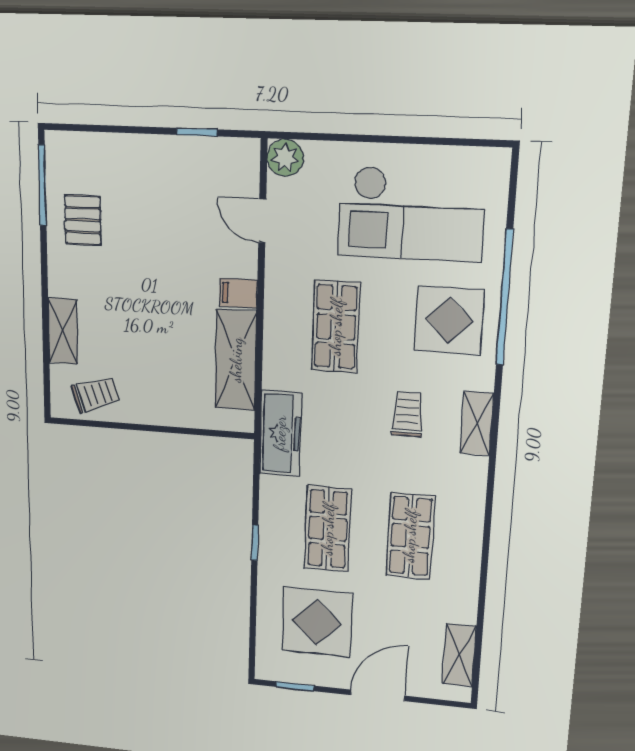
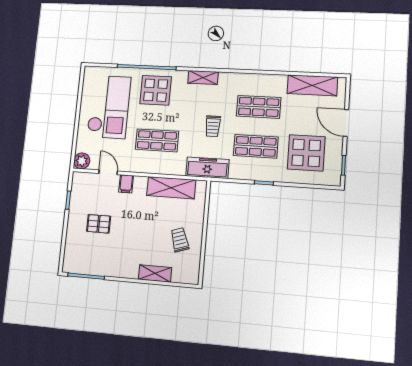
pallet: (83, 220) -> (99, 224), moved
door: (262, 221) -> (108, 172), swing flipped
filing cabinet: (238, 293) -> (126, 184), moved
trolley: (96, 395) -> (180, 240), moved
trolley: (408, 414) -> (213, 126), moved, turned -90
shelving: (459, 655) -> (312, 85), width x1.50, depth x1.33

